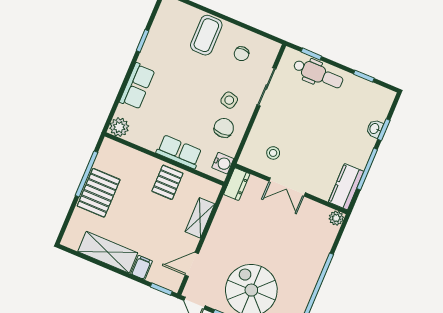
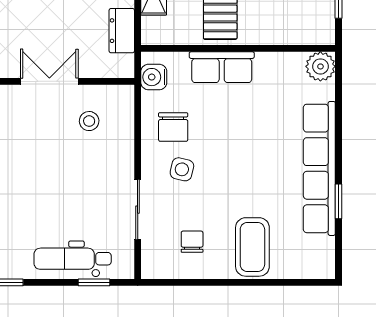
row of seats: (137, 86) -> (319, 168), width x2.02
dresser: (237, 184) -> (122, 31), moved

